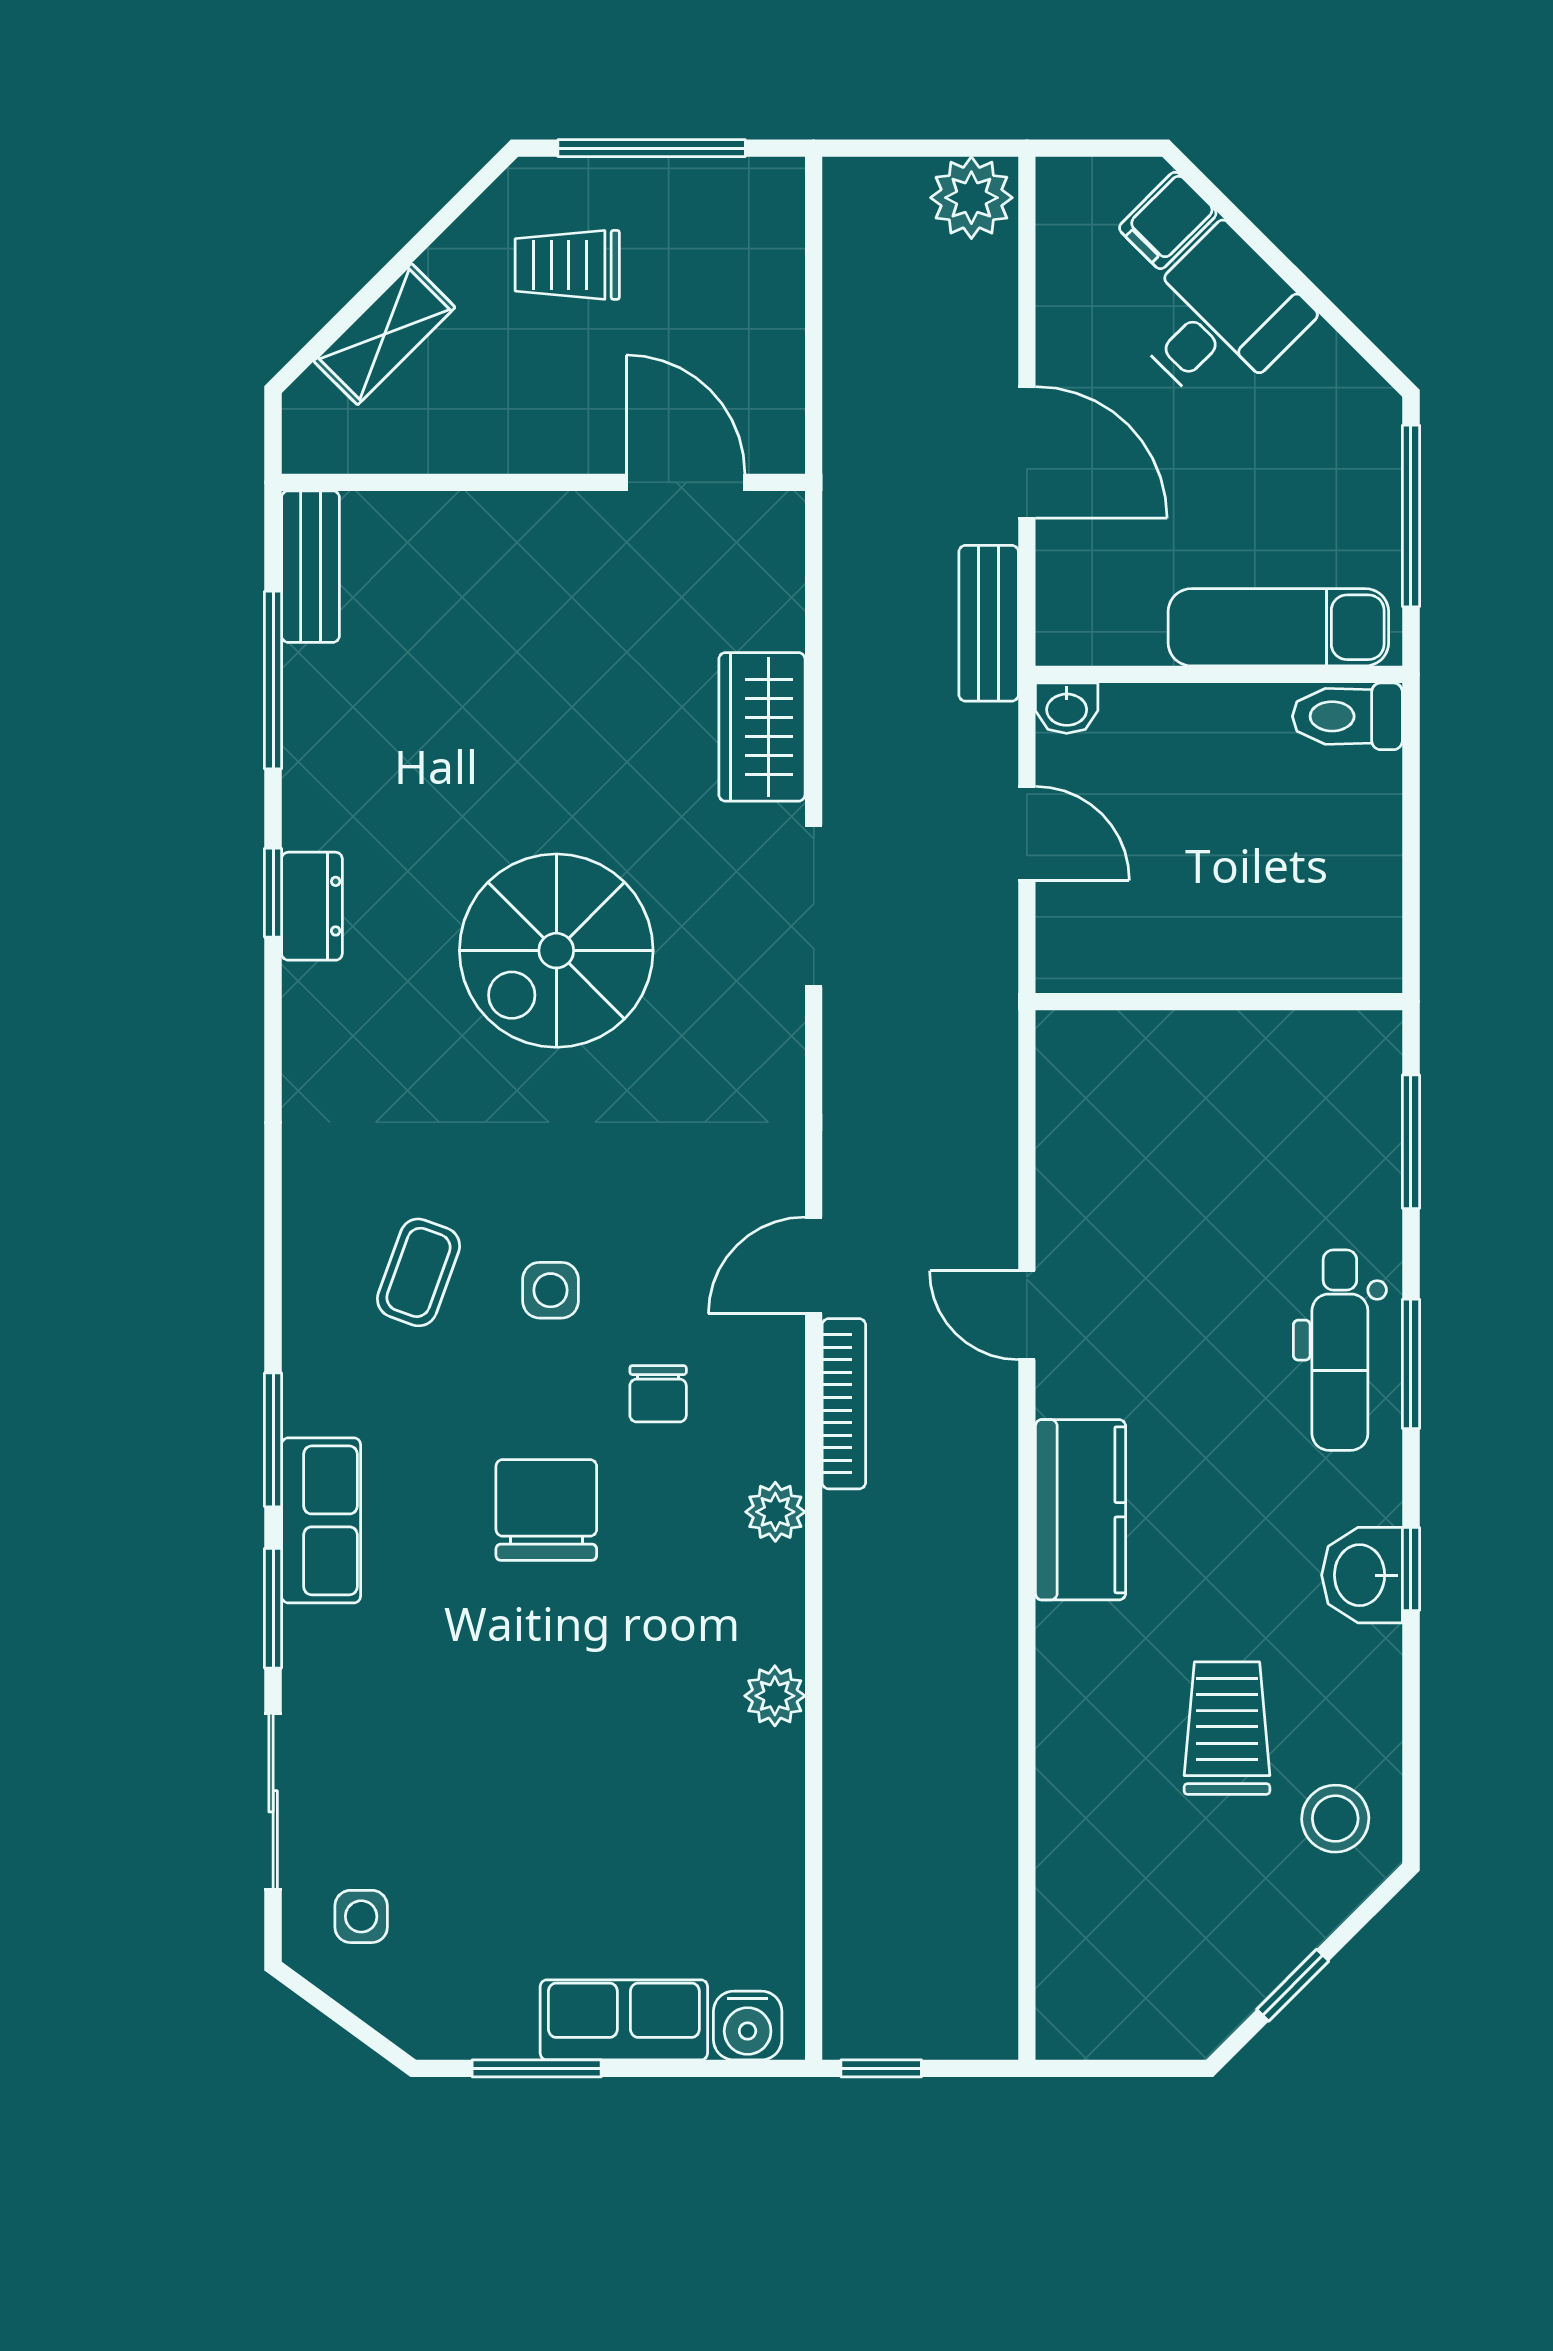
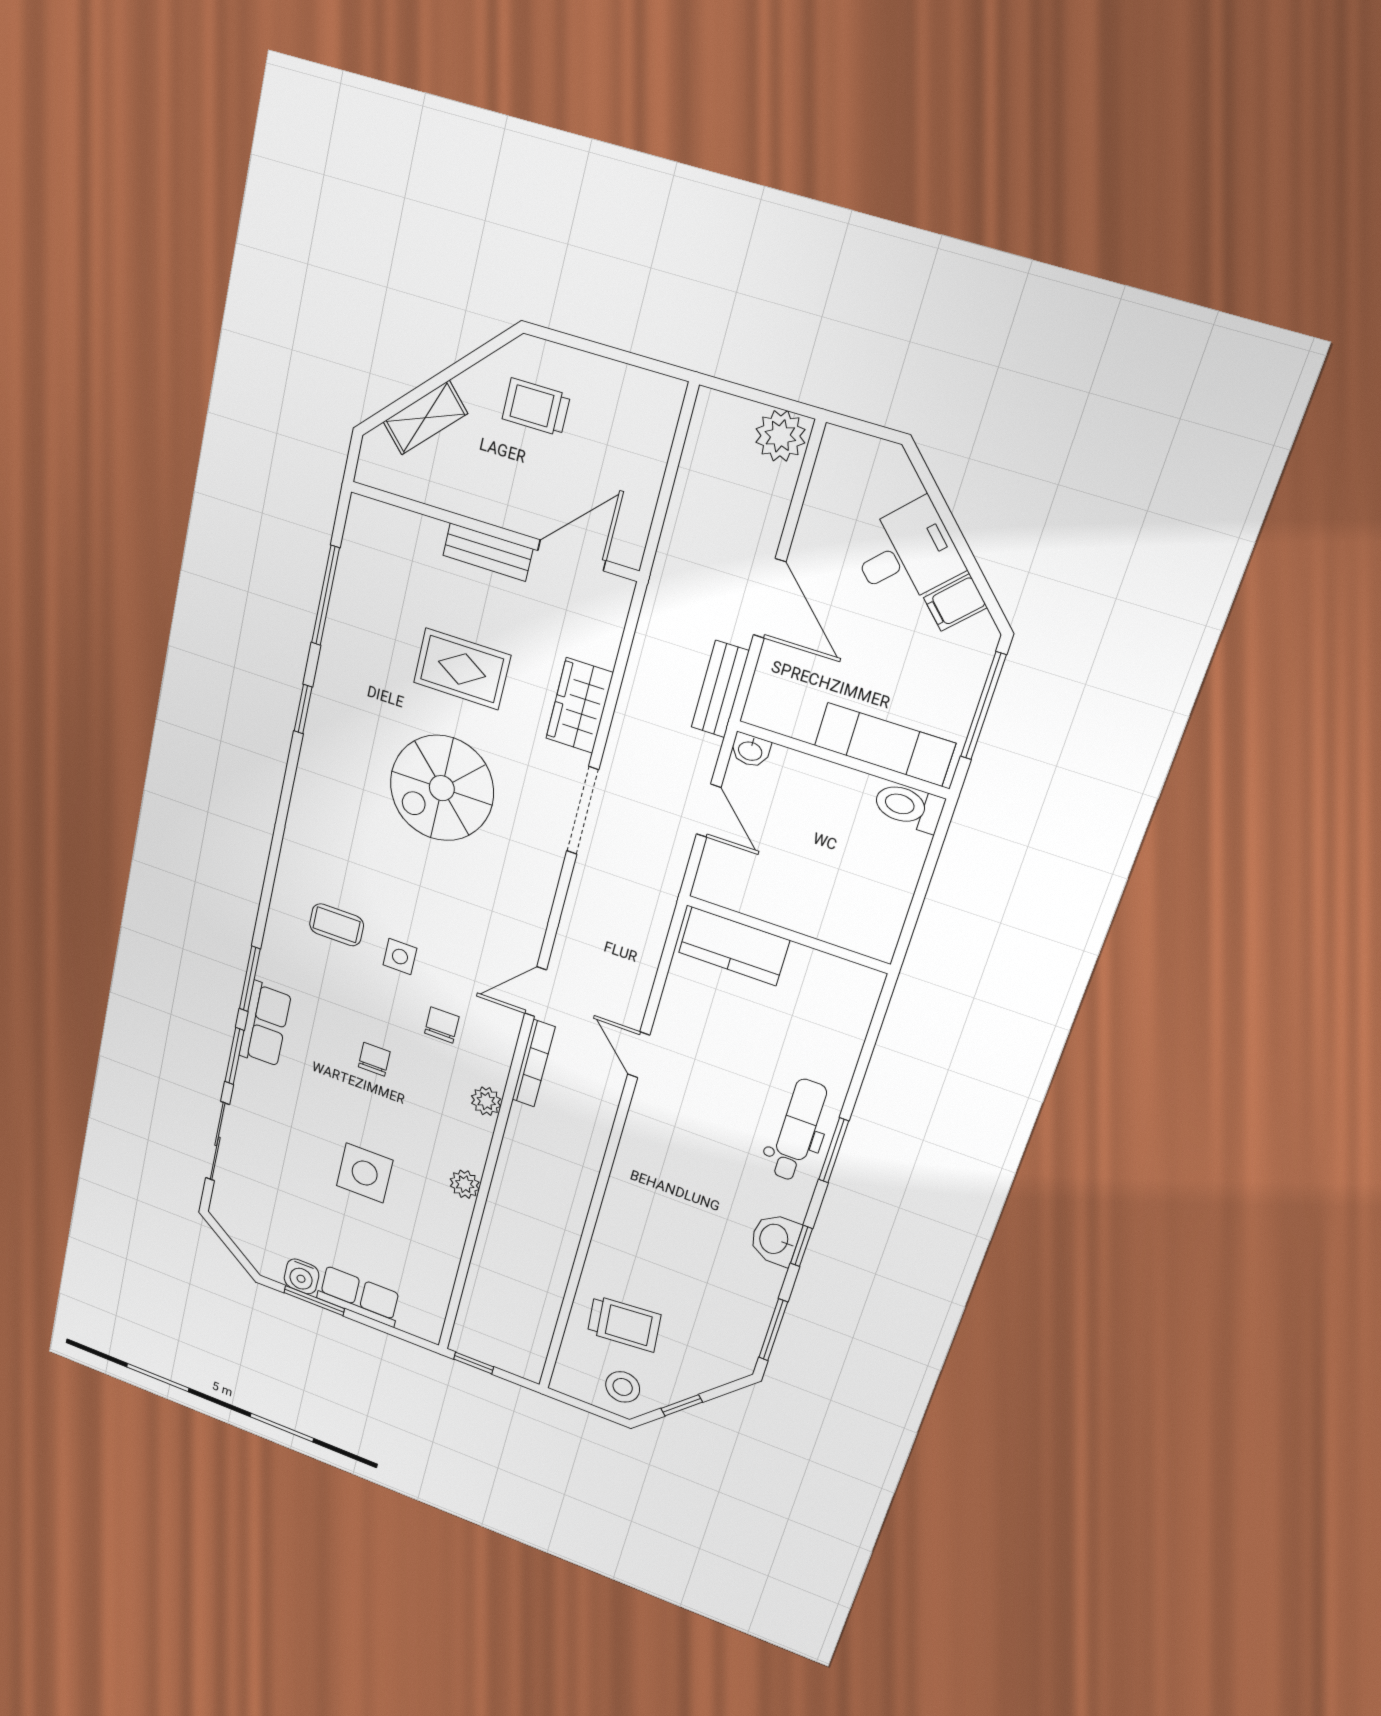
window: (652, 148) -> (601, 350), removed
filing cabinet: (1168, 221) -> (955, 603), moved
door: (685, 482) -> (572, 555), hinge flipped
bench: (310, 567) -> (488, 552), moved, turned 90
rug: (544, 730) -> (462, 669), added
dresser: (312, 906) -> (321, 723), removed
window: (1411, 1142) -> (773, 1330), moved
coffee table: (418, 1272) -> (337, 925), turned 70
dental chair: (1340, 1350) -> (798, 1130), turned 180
chair: (658, 1394) -> (442, 1025), turned 180
chair: (546, 1510) -> (374, 1059), width x0.54, depth x0.54
kitchen counter: (1081, 1510) -> (734, 946), moved, turned 90
trolley: (1227, 1728) -> (624, 1324), moved, turned 85
stool: (1335, 1819) -> (623, 1387), moved
side table: (361, 1916) -> (365, 1173), moved, width x1.87, depth x1.87
water cooler: (748, 2026) -> (302, 1276), moved

